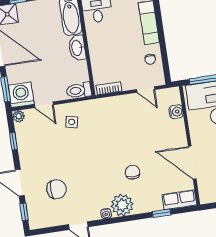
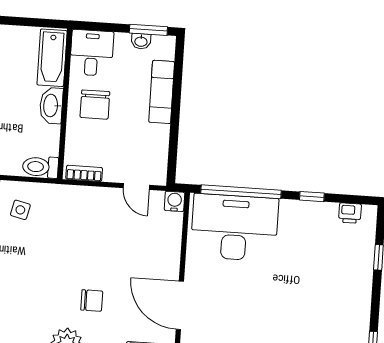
chair: (150, 59) -> (95, 105), moved, width x1.87, depth x1.87
water cooler: (176, 112) -> (175, 201), moved, turned -90
chair: (133, 172) -> (92, 300), turned 90

